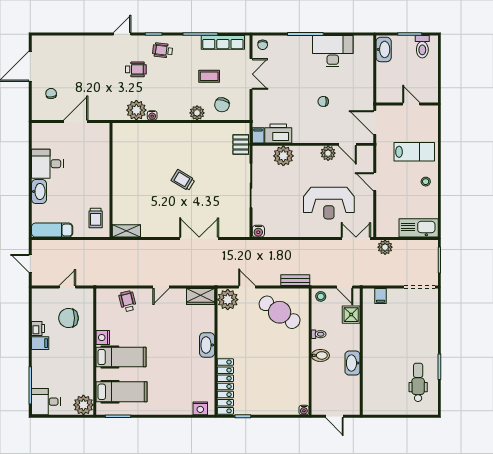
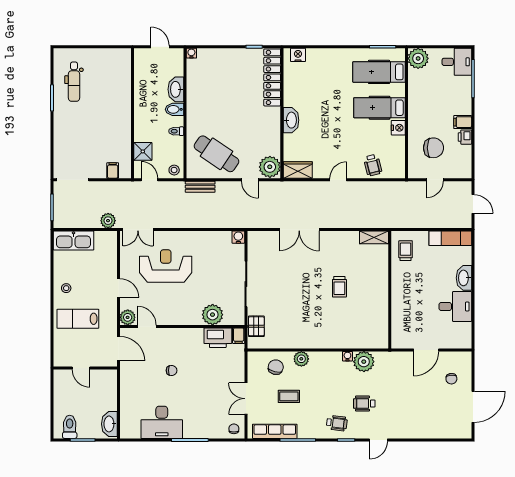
plant: (328, 153) -> (128, 317), moved
trolley: (183, 180) -> (339, 287), moved, turned 59
washbasin: (352, 363) -> (176, 89), moved, turned 180

